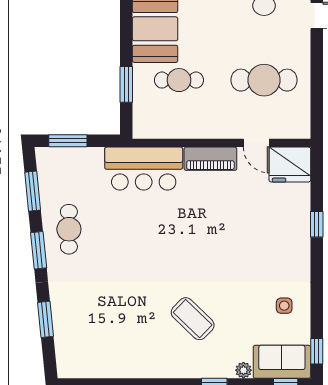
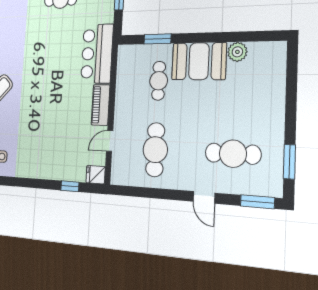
fridge: (290, 165) -> (96, 175), width x0.53, depth x0.75
window: (317, 224) -> (70, 186), moved

